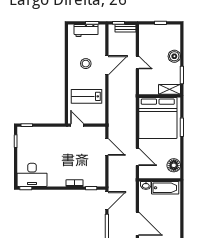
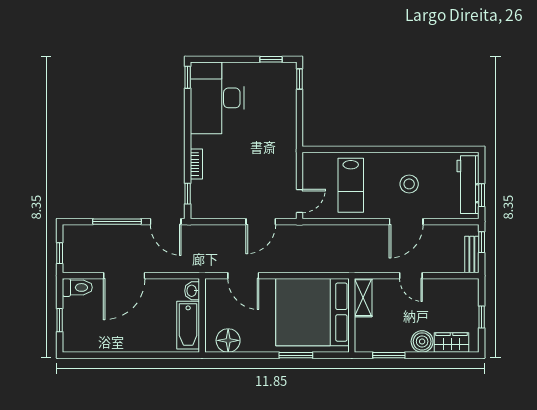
workbench: (86, 30) -> (468, 185), width x1.38
wardrobe: (175, 40) -> (452, 342), added
door: (137, 63) -> (411, 276), hinge flipped
door: (107, 65) -> (406, 222), hinge flipped
shelving: (170, 89) -> (363, 298), moved
lab bench: (87, 96) -> (351, 185), turned 180
door: (77, 125) -> (299, 201), moved
door: (137, 157) -> (243, 276), hinge flipped
desk: (32, 175) -> (217, 98), width x1.36, depth x1.30

